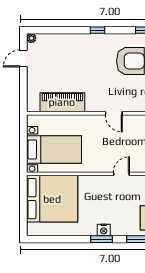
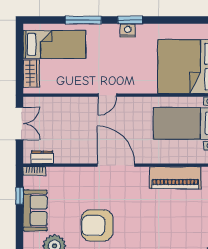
door: (114, 113) -> (116, 165), width x1.87

